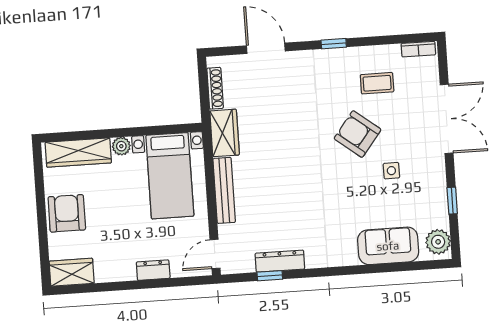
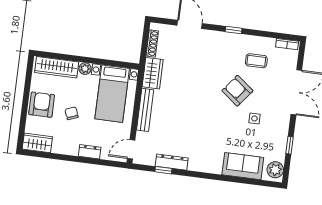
chair: (115, 217) -> (72, 113), added

